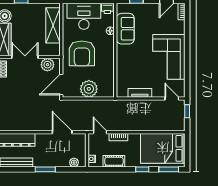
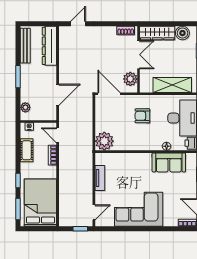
armchair: (82, 53) -> (142, 116), width x0.53, depth x0.53
plant: (89, 89) -> (104, 141), moved
door: (100, 132) -> (58, 135), swing flipped

